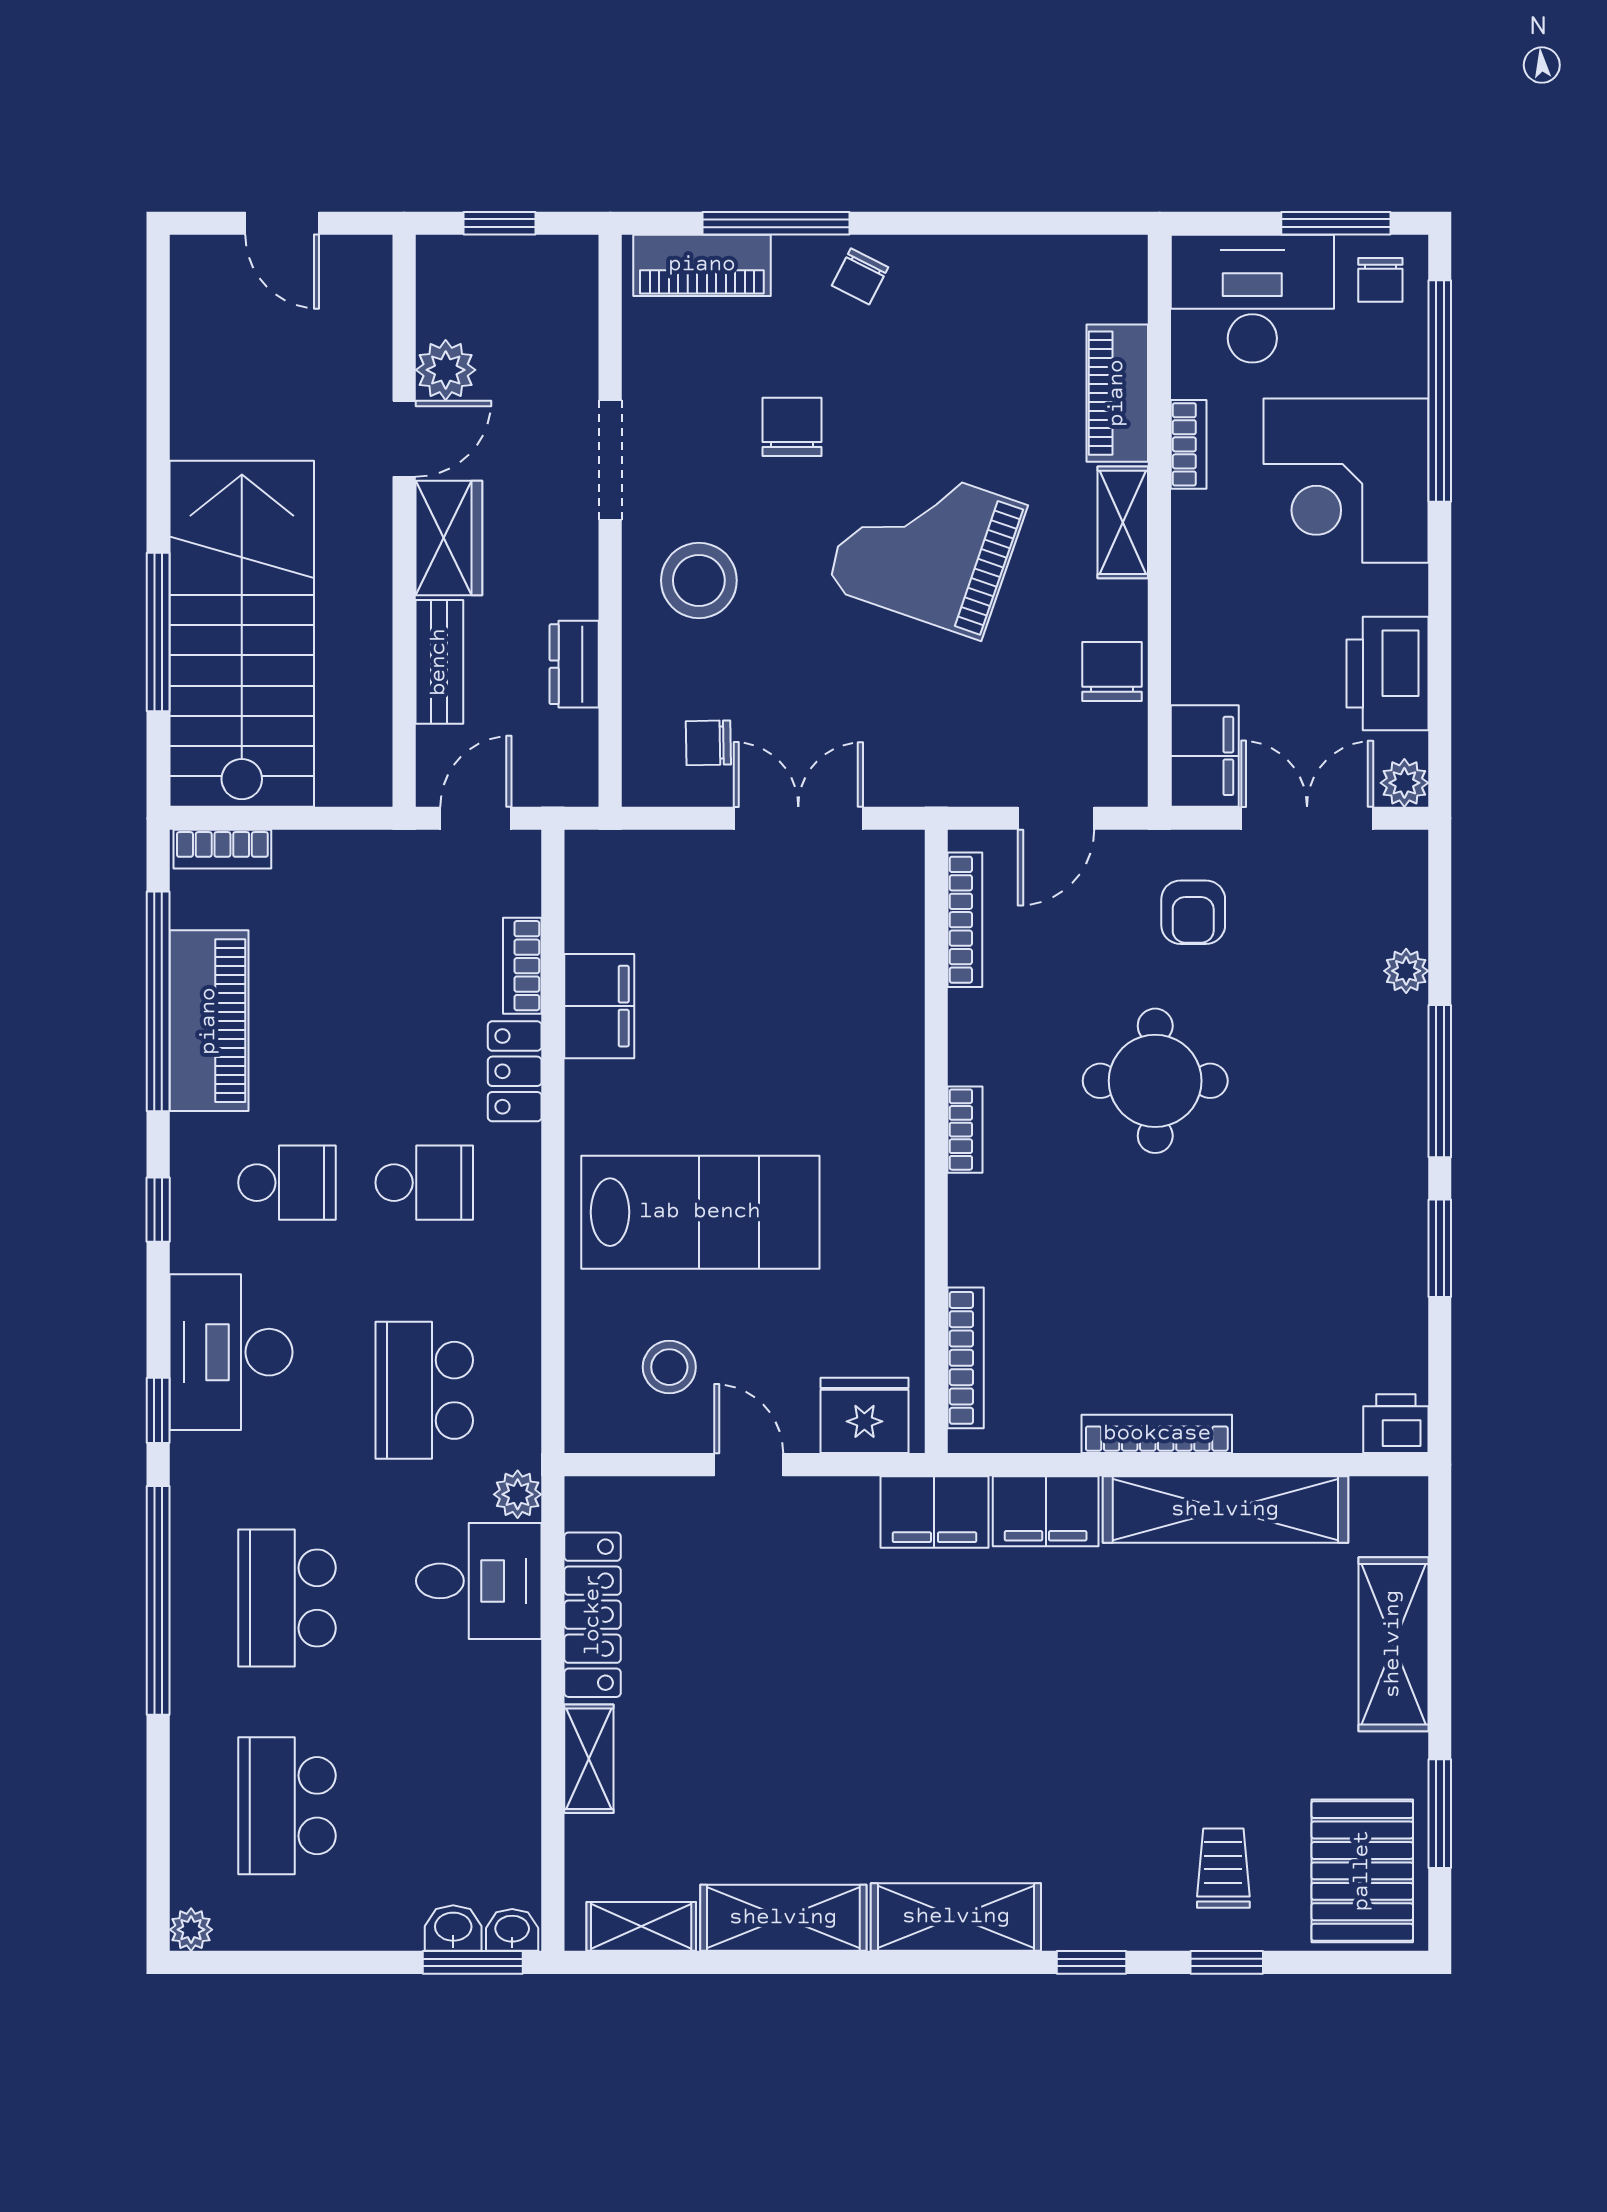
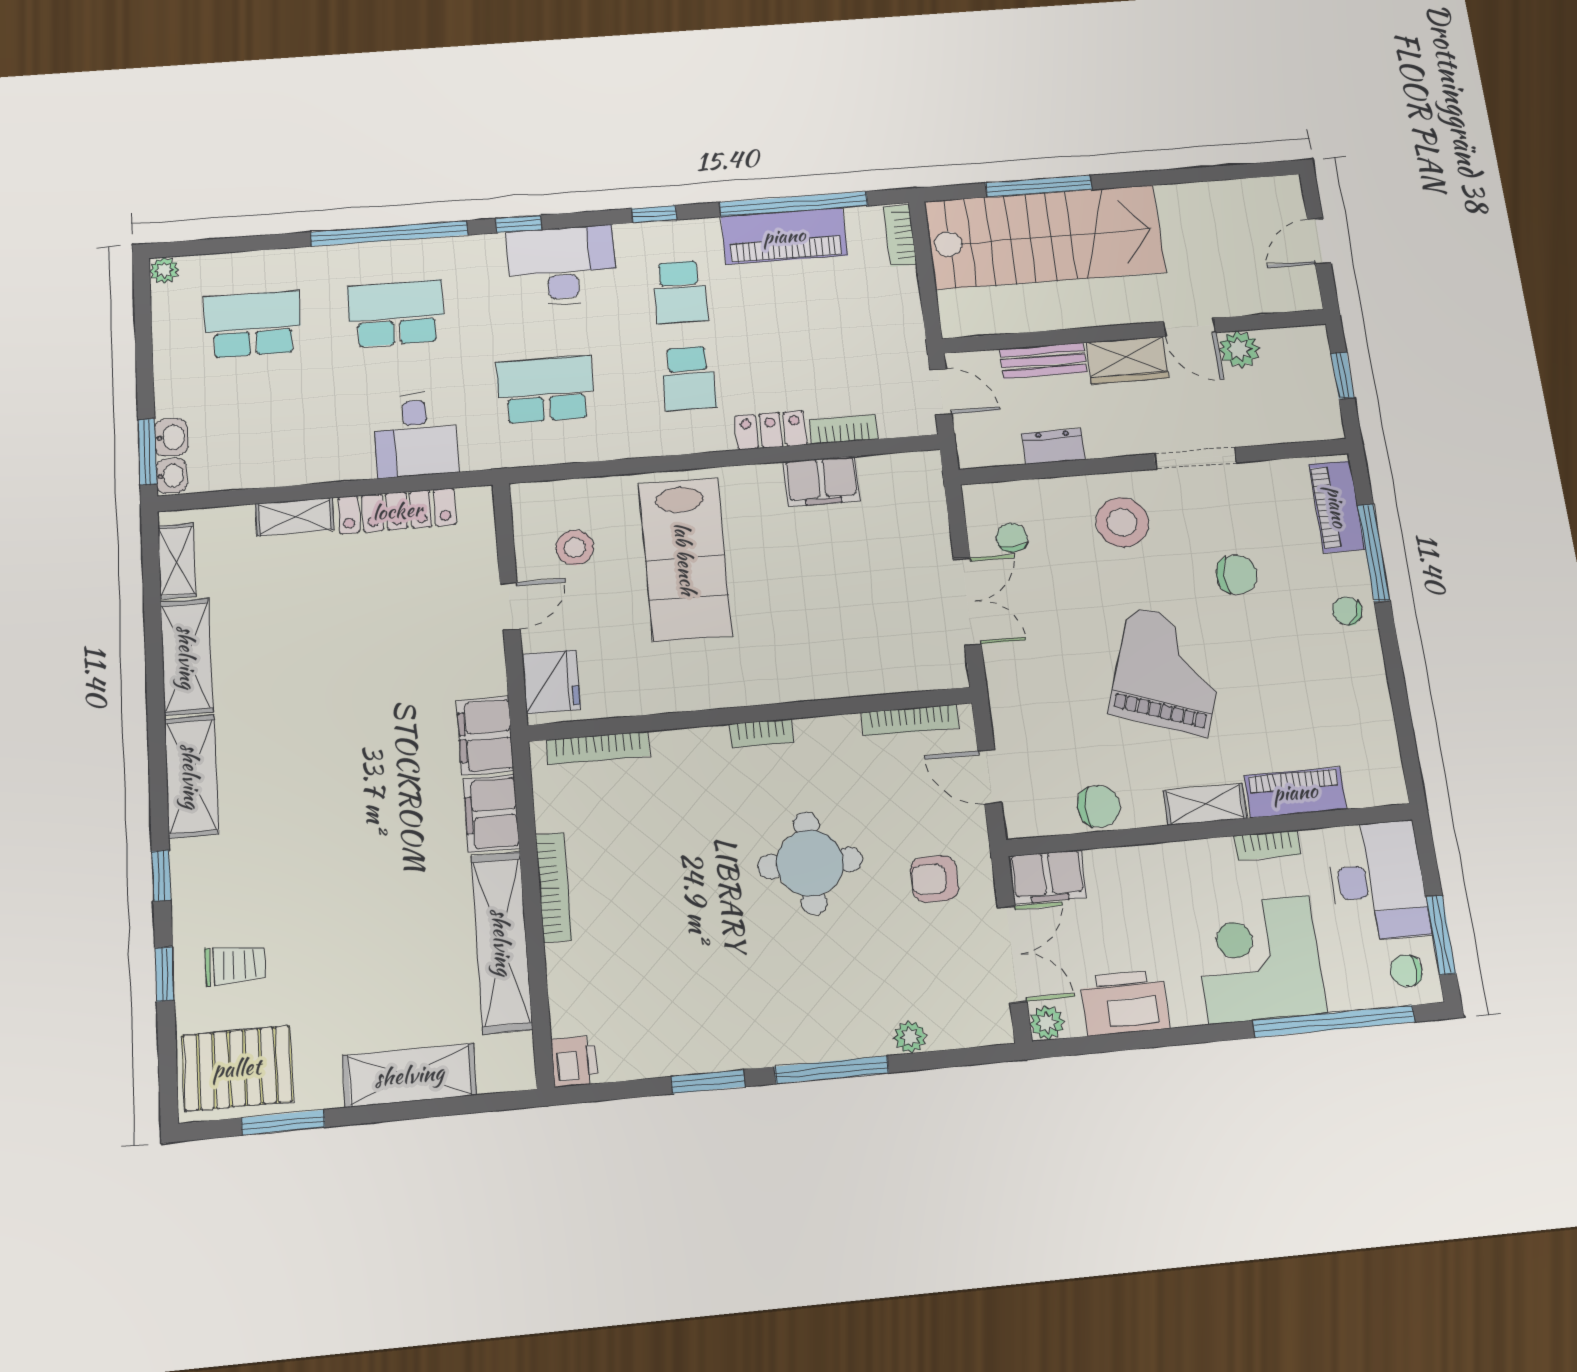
plant: (518, 1494) -> (478, 455), removed

